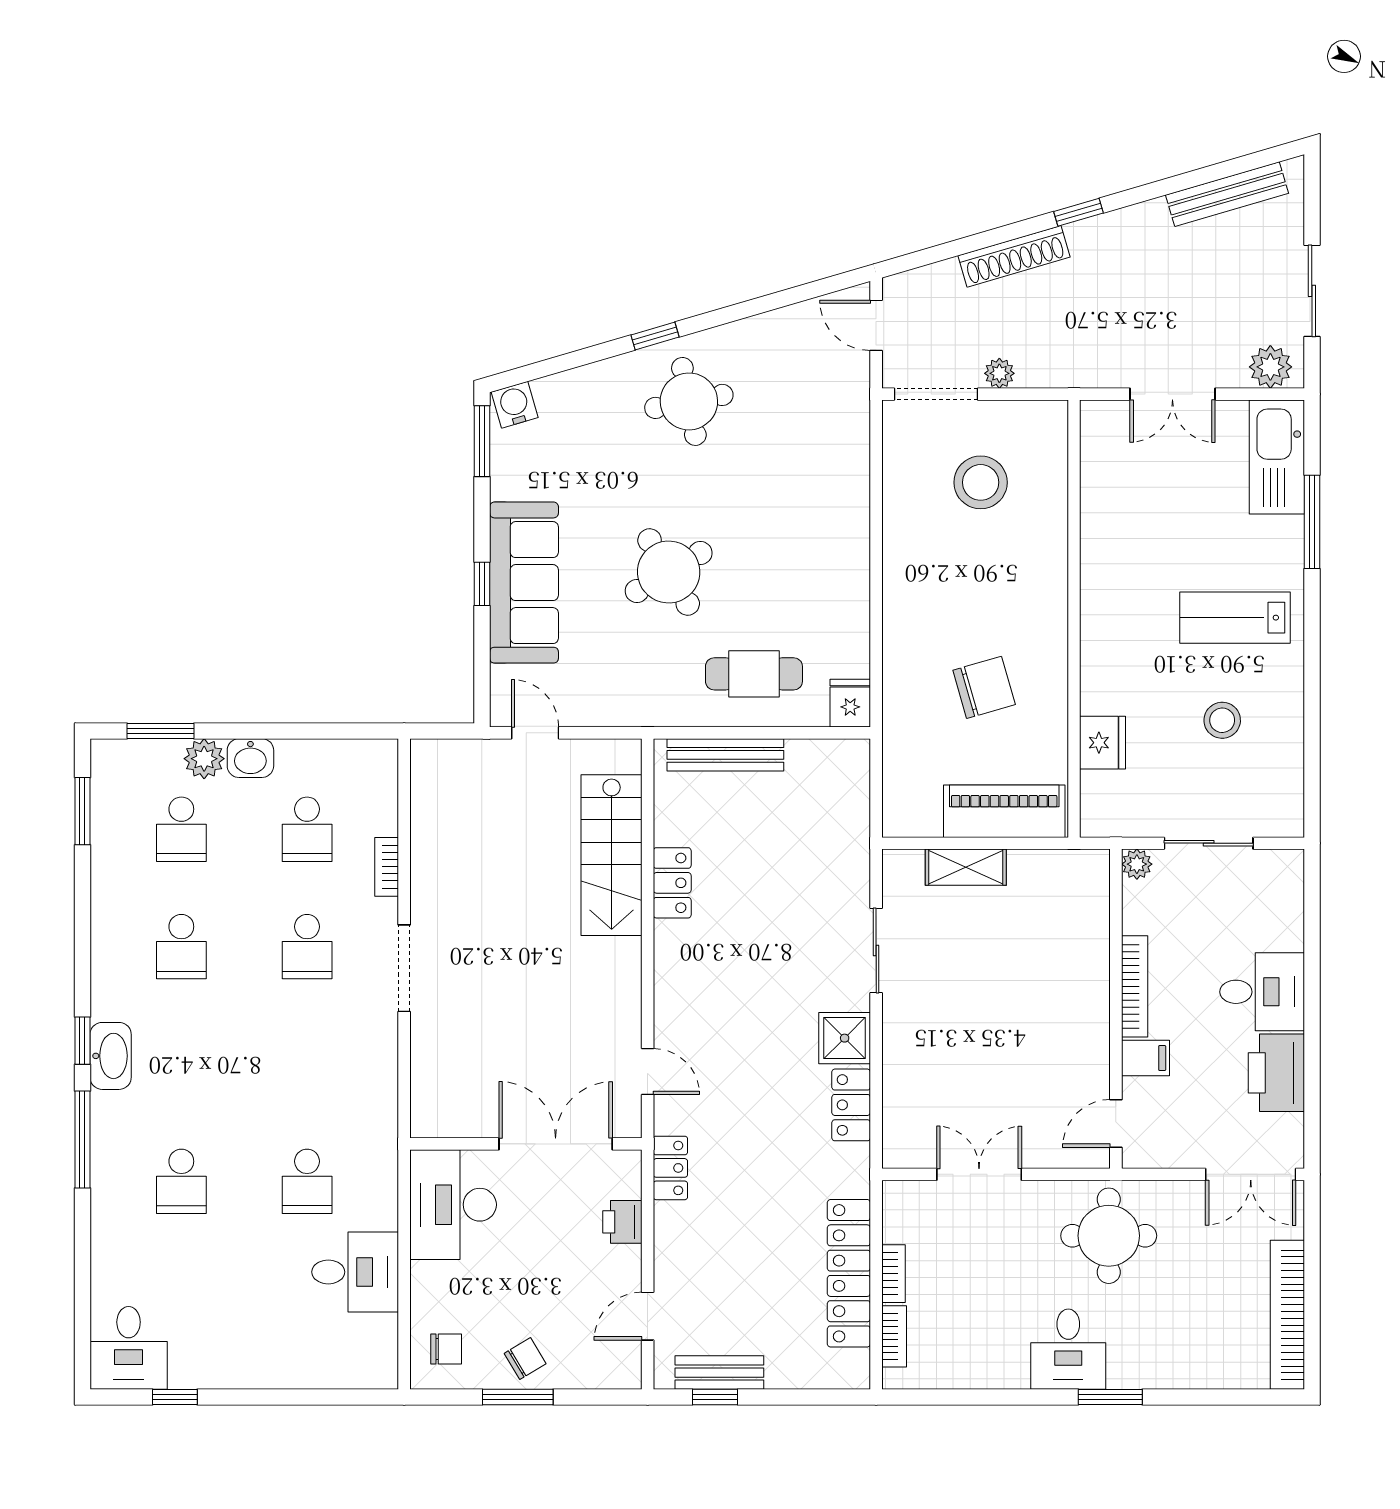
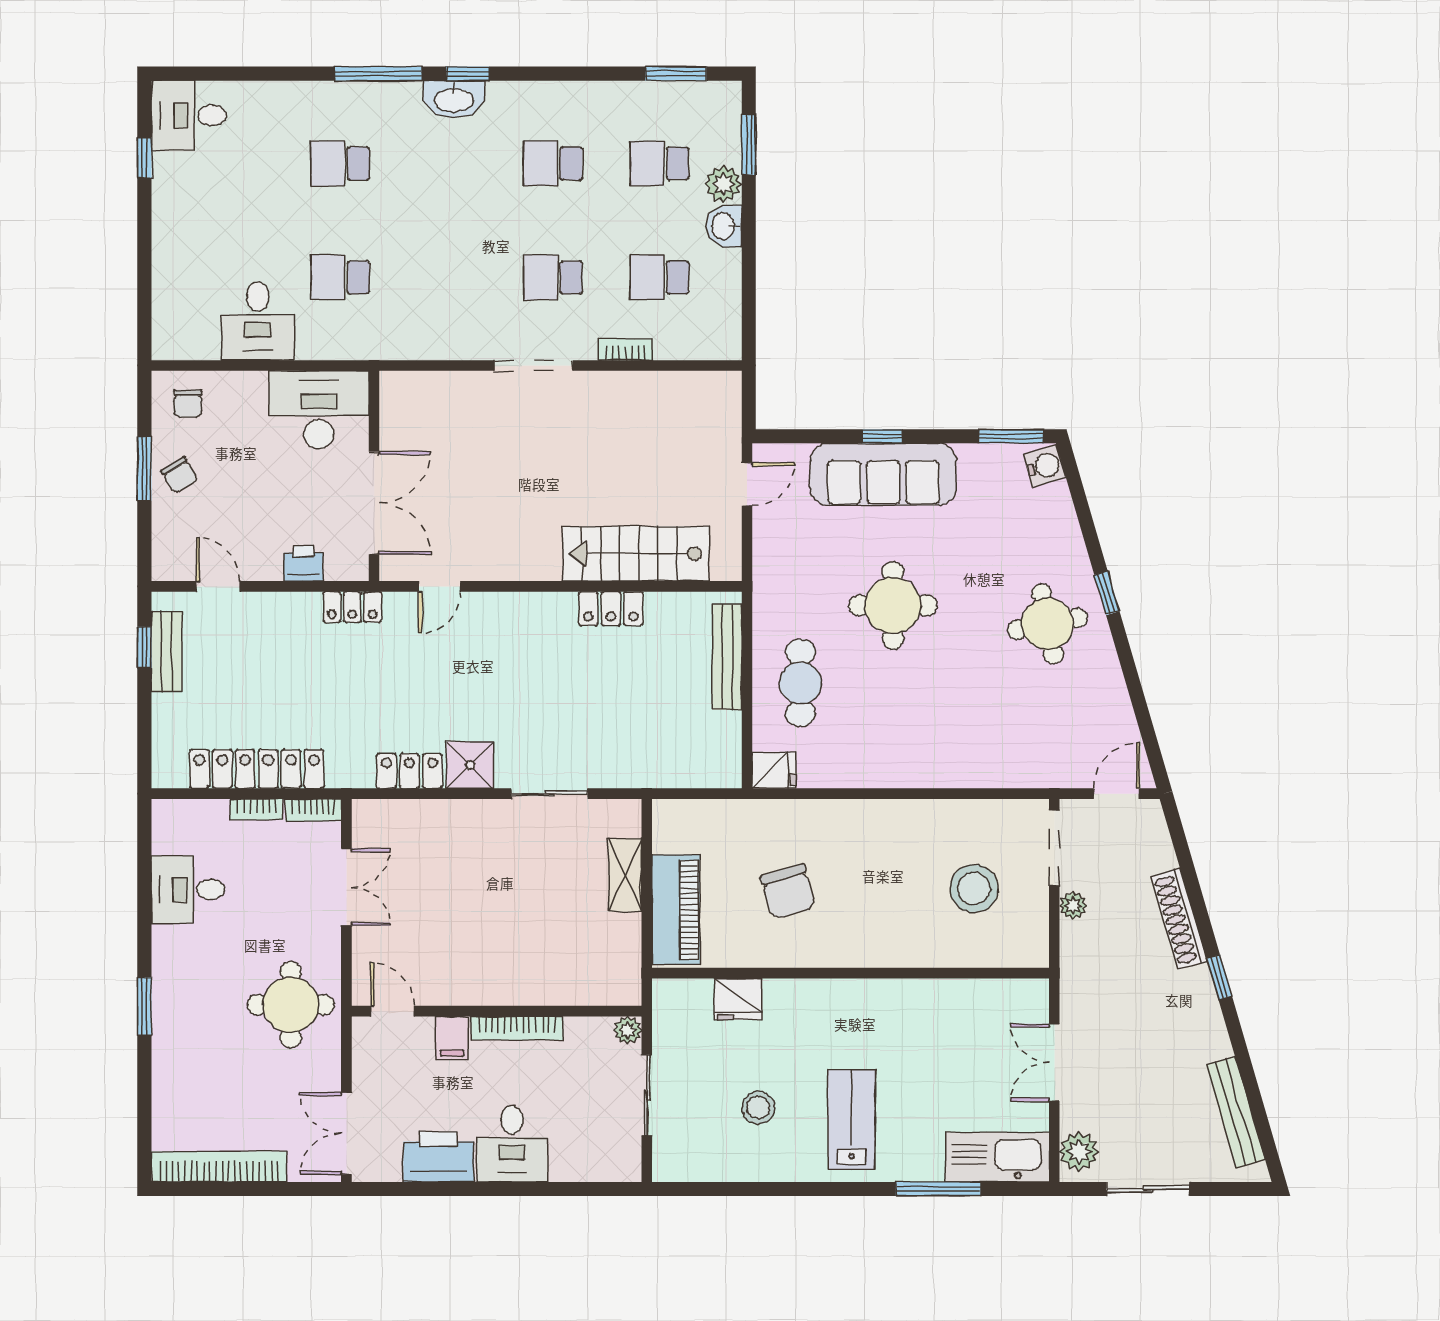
round table: (669, 572) -> (893, 605), turned 31
bookcase: (894, 1336) -> (313, 810), moved
desk: (1068, 1349) -> (188, 889), moved

